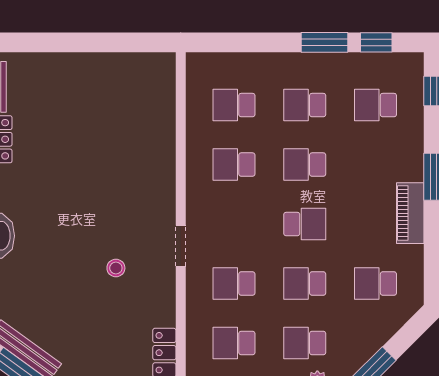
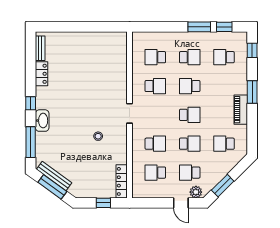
school desk: (305, 105) -> (190, 57), turned 180
school desk: (234, 165) -> (155, 86), turned 180
doorway: (181, 246) -> (130, 113), moved
school desk: (234, 284) -> (155, 144), turned 180
school desk: (305, 284) -> (190, 144), turned 180

